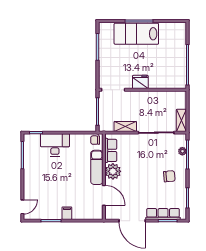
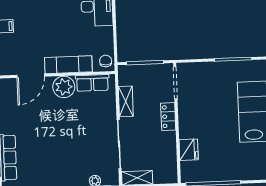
fridge: (140, 82) -> (189, 150), moved
locker: (138, 96) -> (168, 117), added
chair: (169, 176) -> (60, 164), removed

